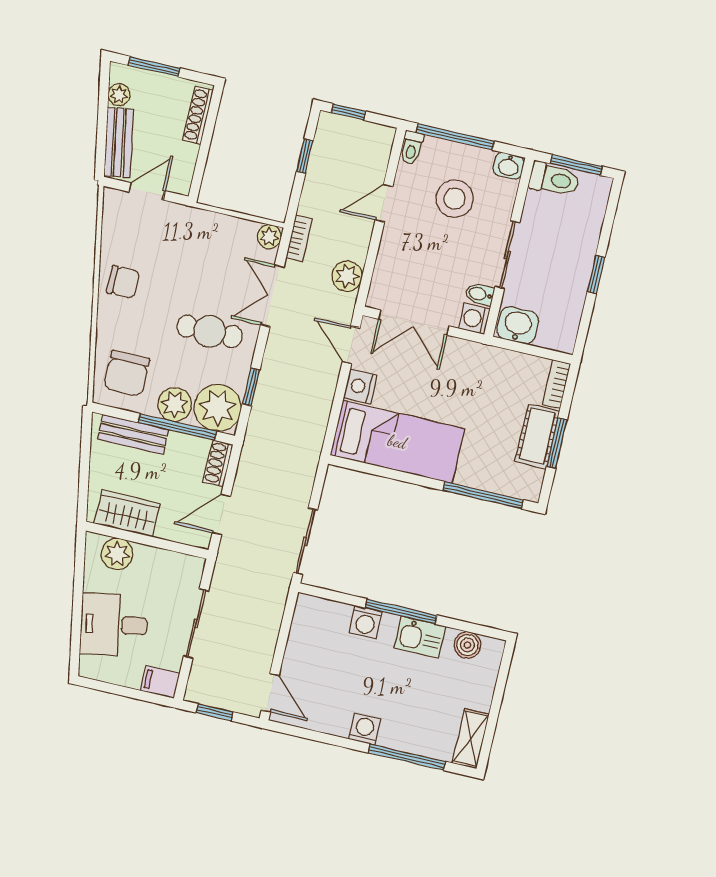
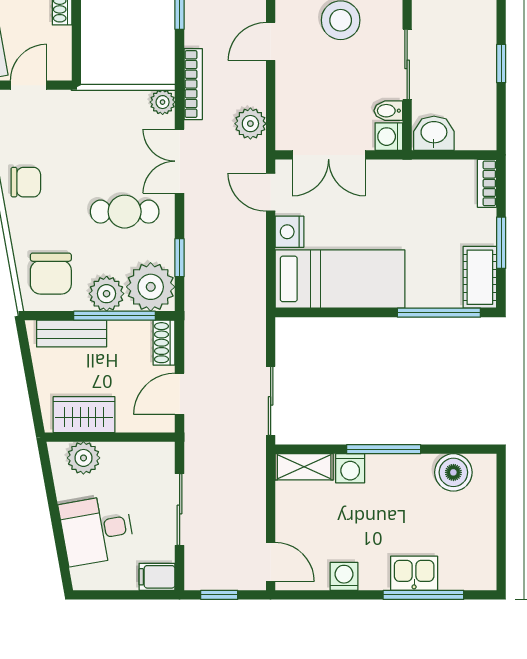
bookcase: (299, 238) -> (193, 84), width x1.56
cot: (537, 436) -> (480, 277), moved
kitchen sink: (420, 637) -> (414, 573), moved, turned 180
boiler: (467, 645) -> (453, 472), width x1.36, depth x1.36
washing machine: (364, 729) -> (344, 576), moved
shelving: (471, 739) -> (304, 467), moved, turned 90

